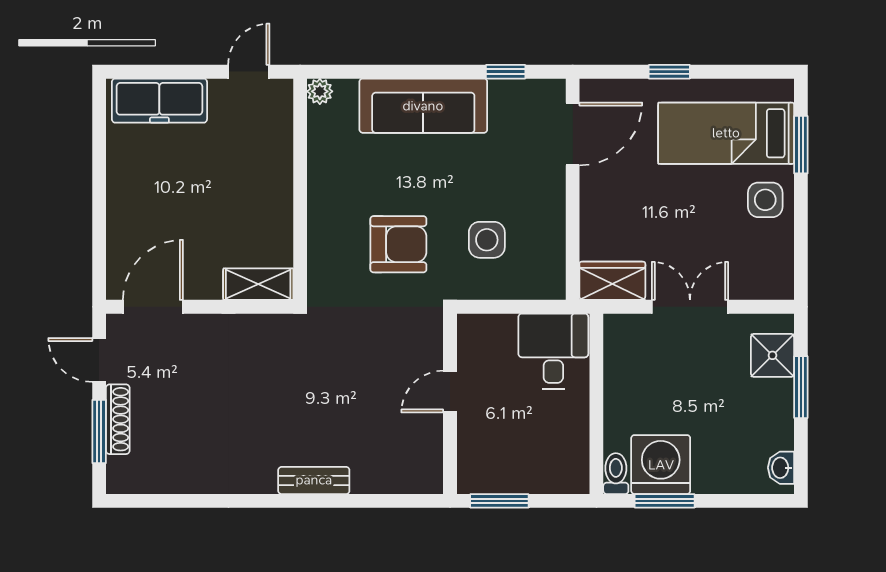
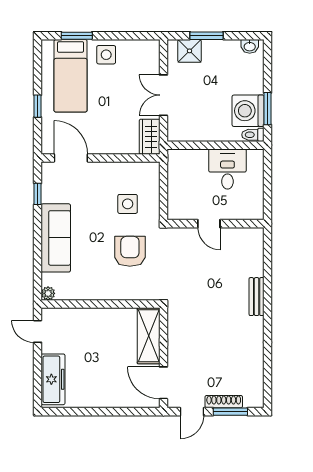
shelving: (258, 284) -> (149, 336), width x1.50, depth x1.33
desk: (553, 351) -> (227, 169), moved, turned 90
window: (499, 501) -> (267, 197), removed

